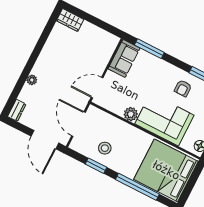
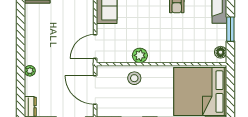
corner sofa: (164, 120) -> (174, 44), removed
stool: (105, 148) -> (134, 78), moved

